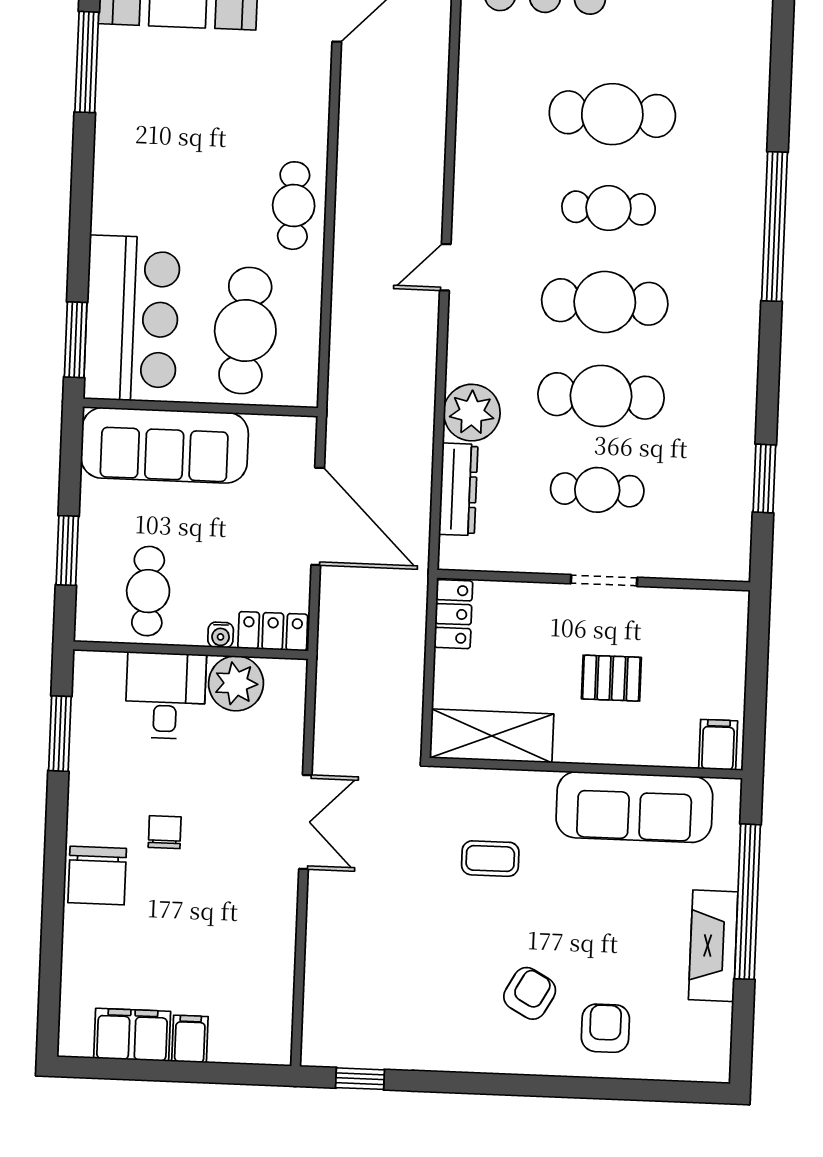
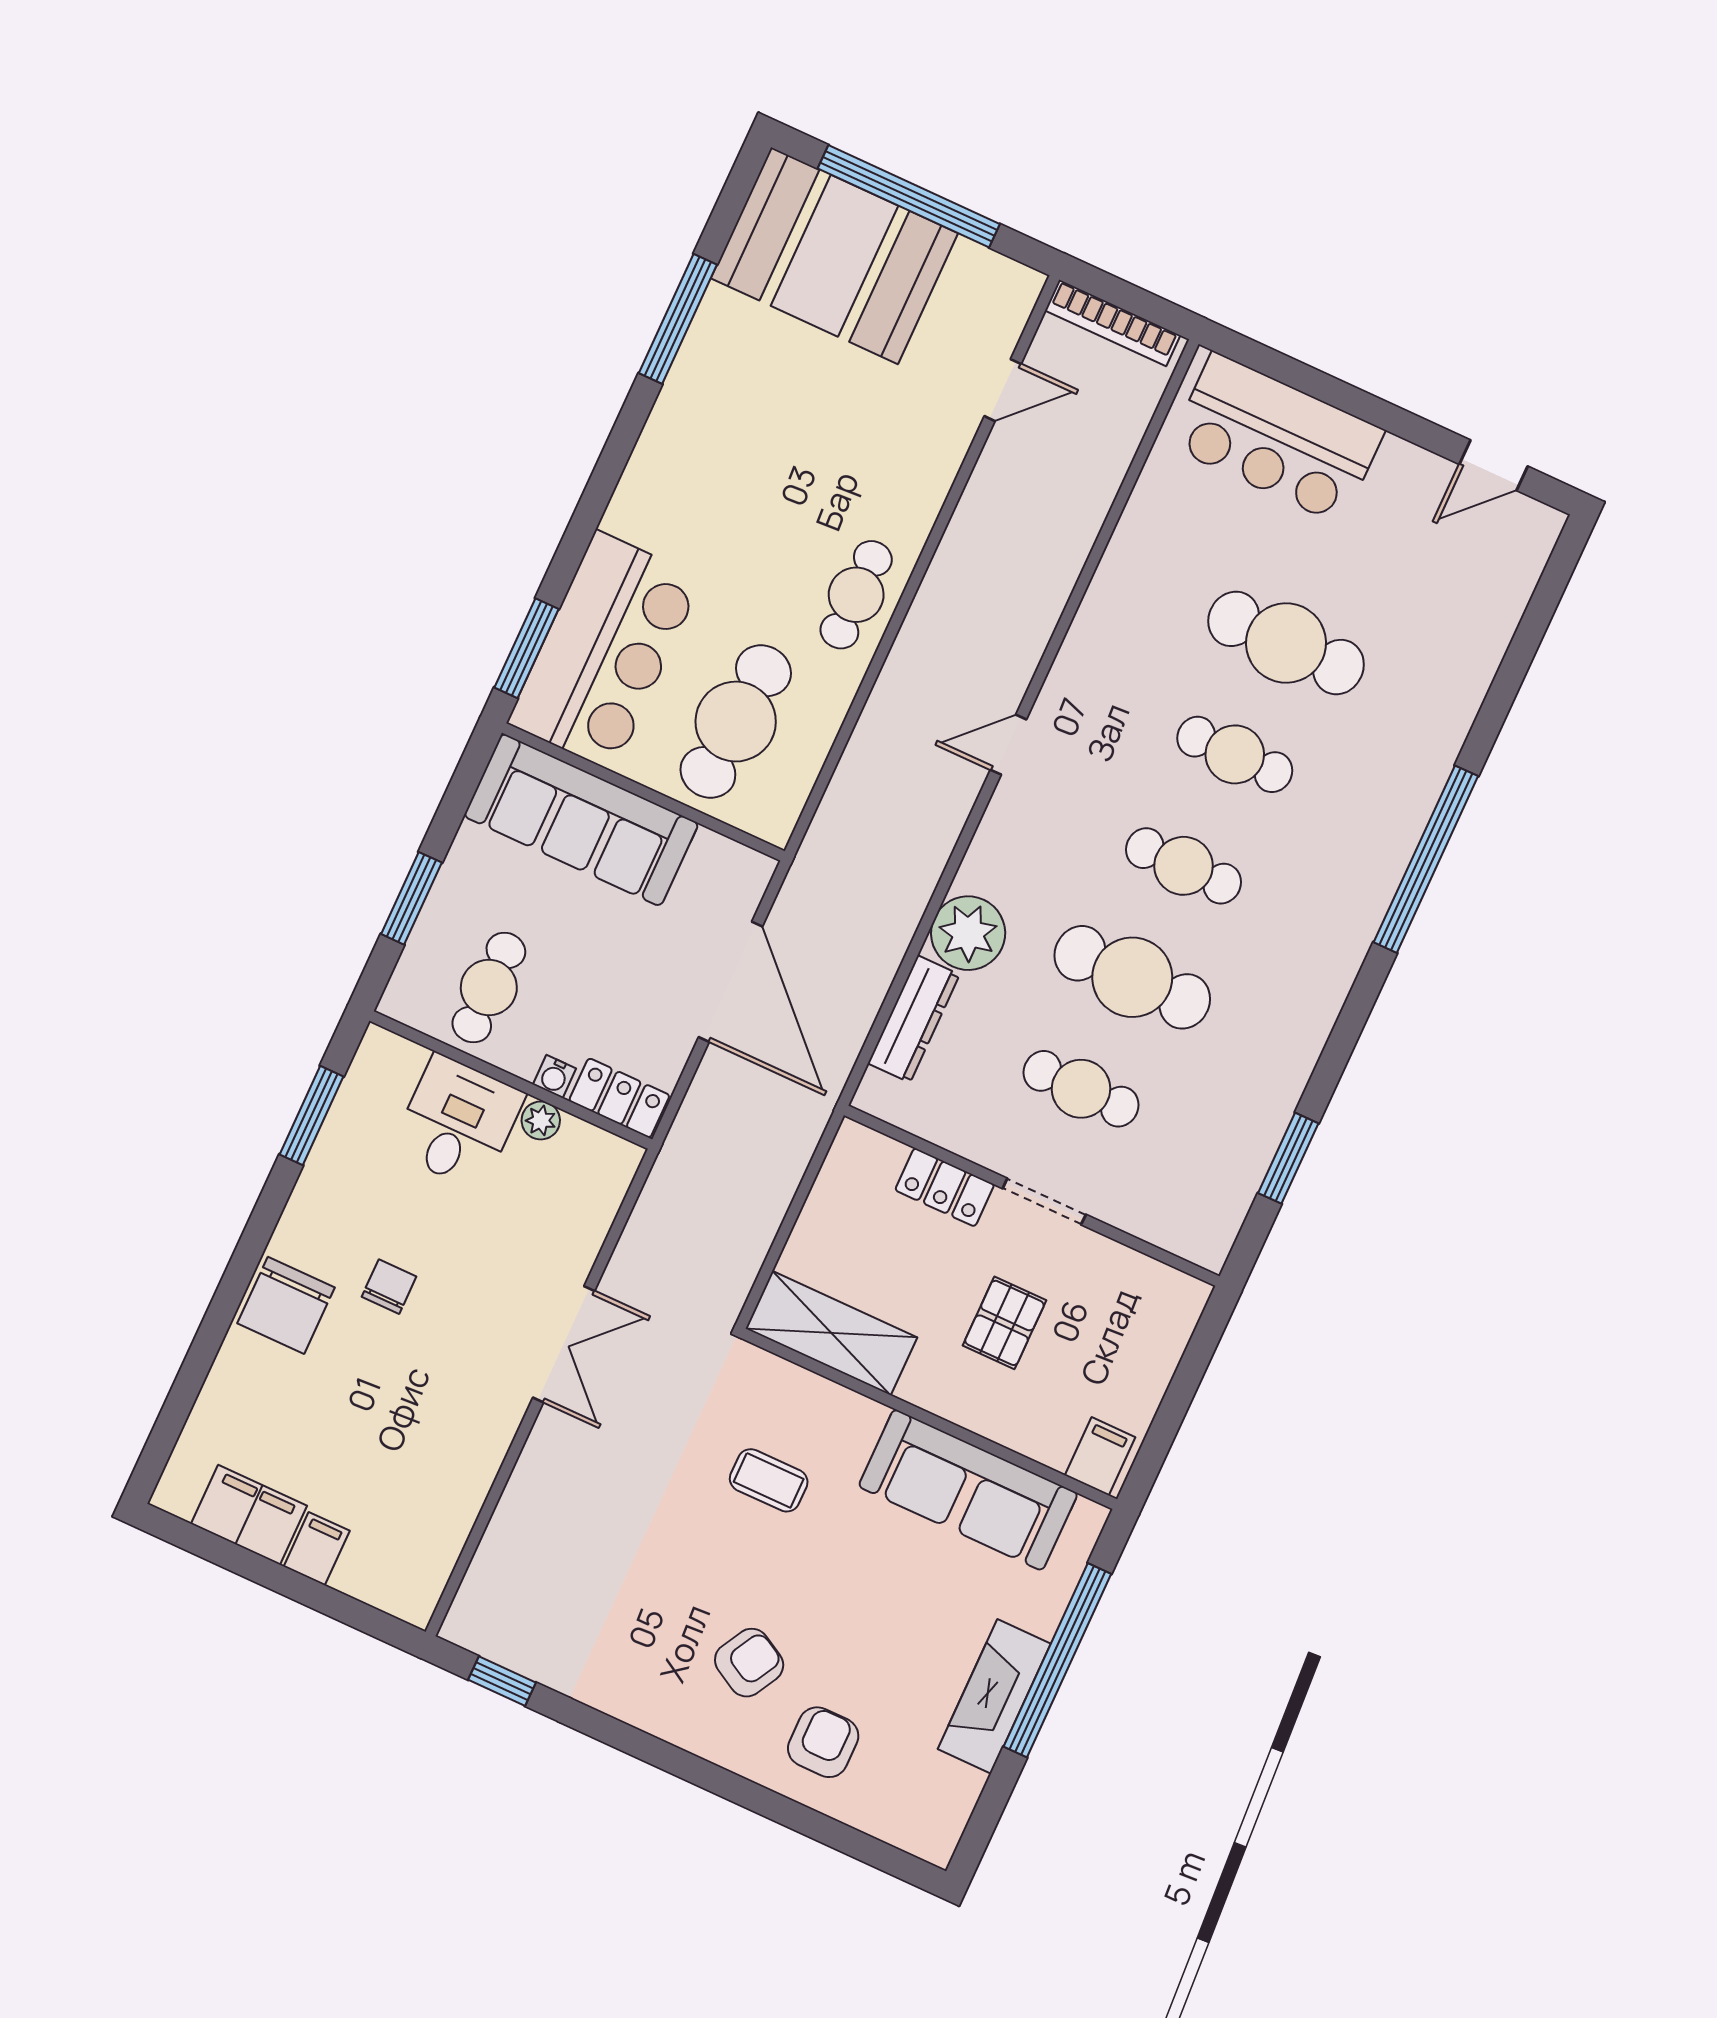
cafe table: (605, 302) -> (1184, 866), width x0.73, depth x0.74
locker: (453, 614) -> (945, 1187), moved, turned 90
pallet: (611, 678) -> (1004, 1323), turned 90
plant: (236, 683) -> (541, 1120), width x0.53, depth x0.53

